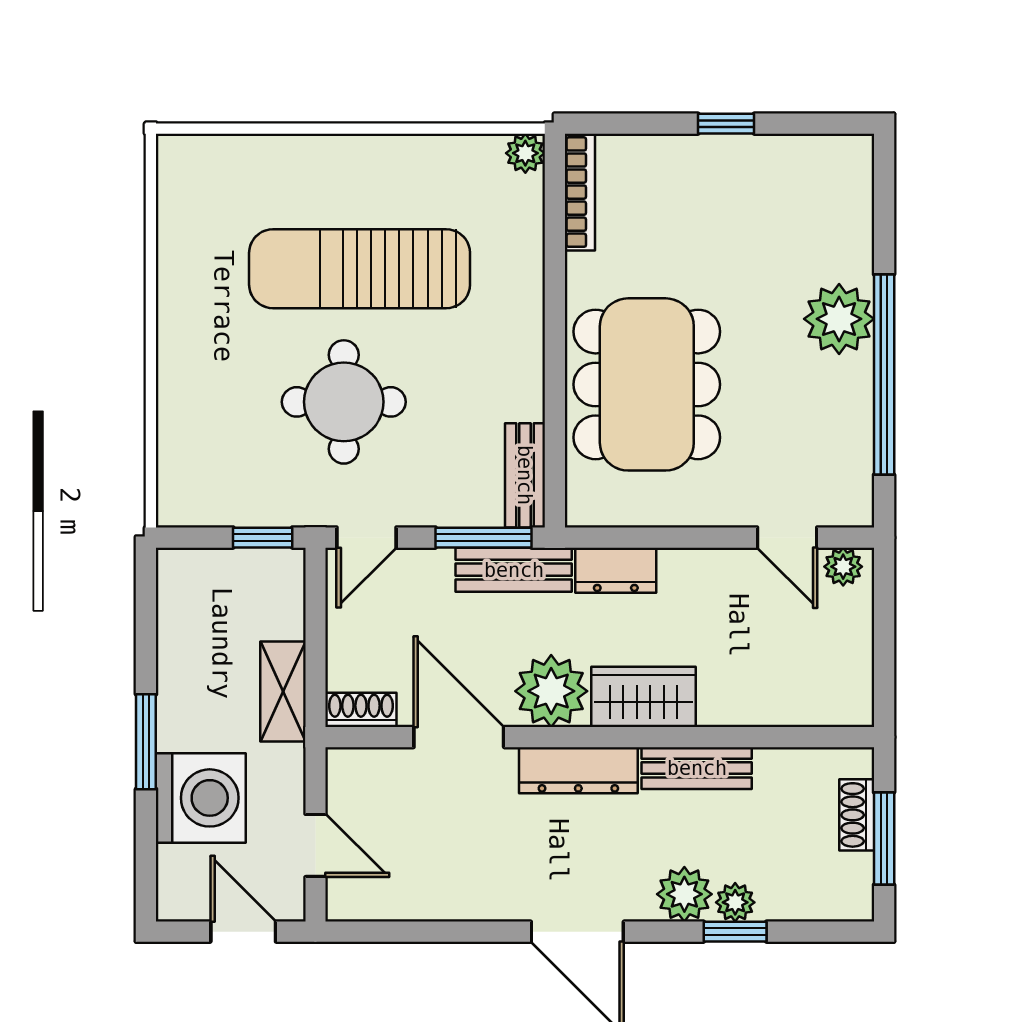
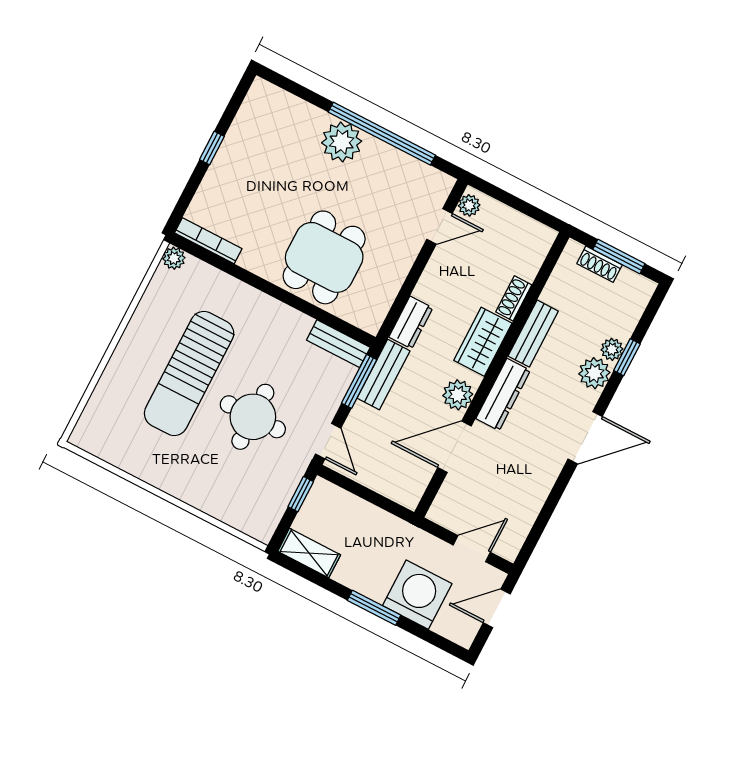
dining table: (647, 384) -> (324, 257), width x0.73
shelving: (283, 691) -> (309, 553), moved
plant: (551, 691) -> (458, 395), width x0.73, depth x0.73
shoe rack: (361, 710) -> (514, 298), moved

